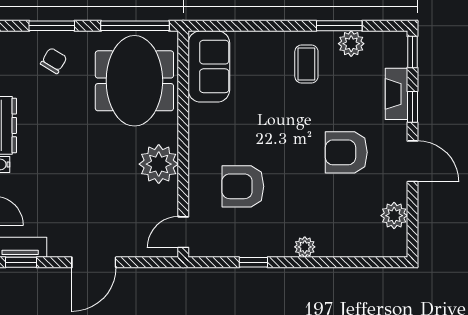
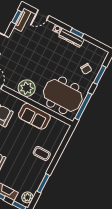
plant: (351, 44) -> (27, 197), moved
coffee table: (306, 64) -> (42, 153), moved
sofa: (209, 66) -> (34, 116), moved

